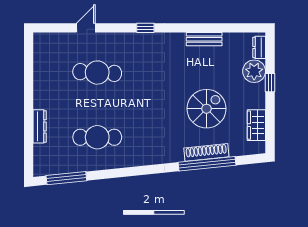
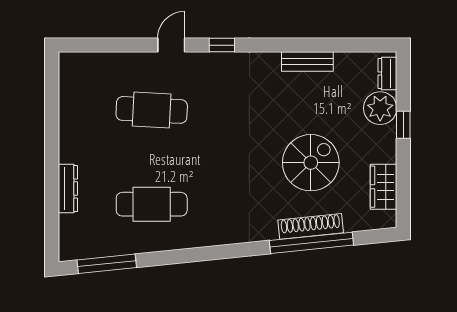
door: (86, 28) -> (171, 45), moved

